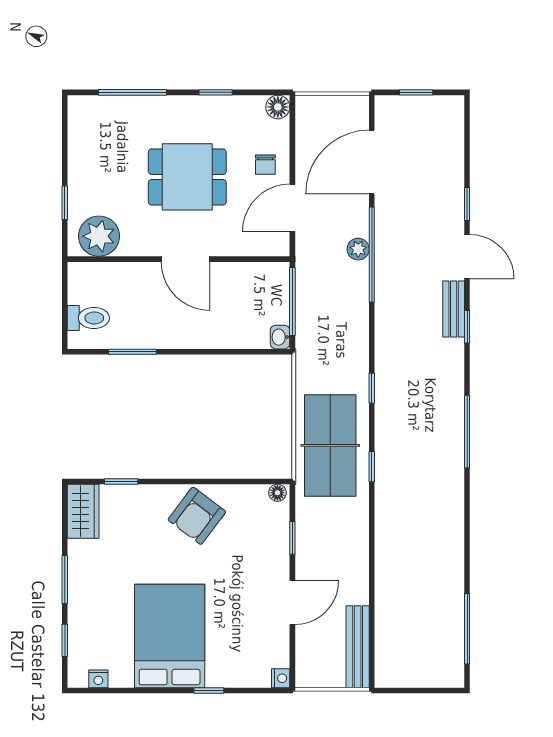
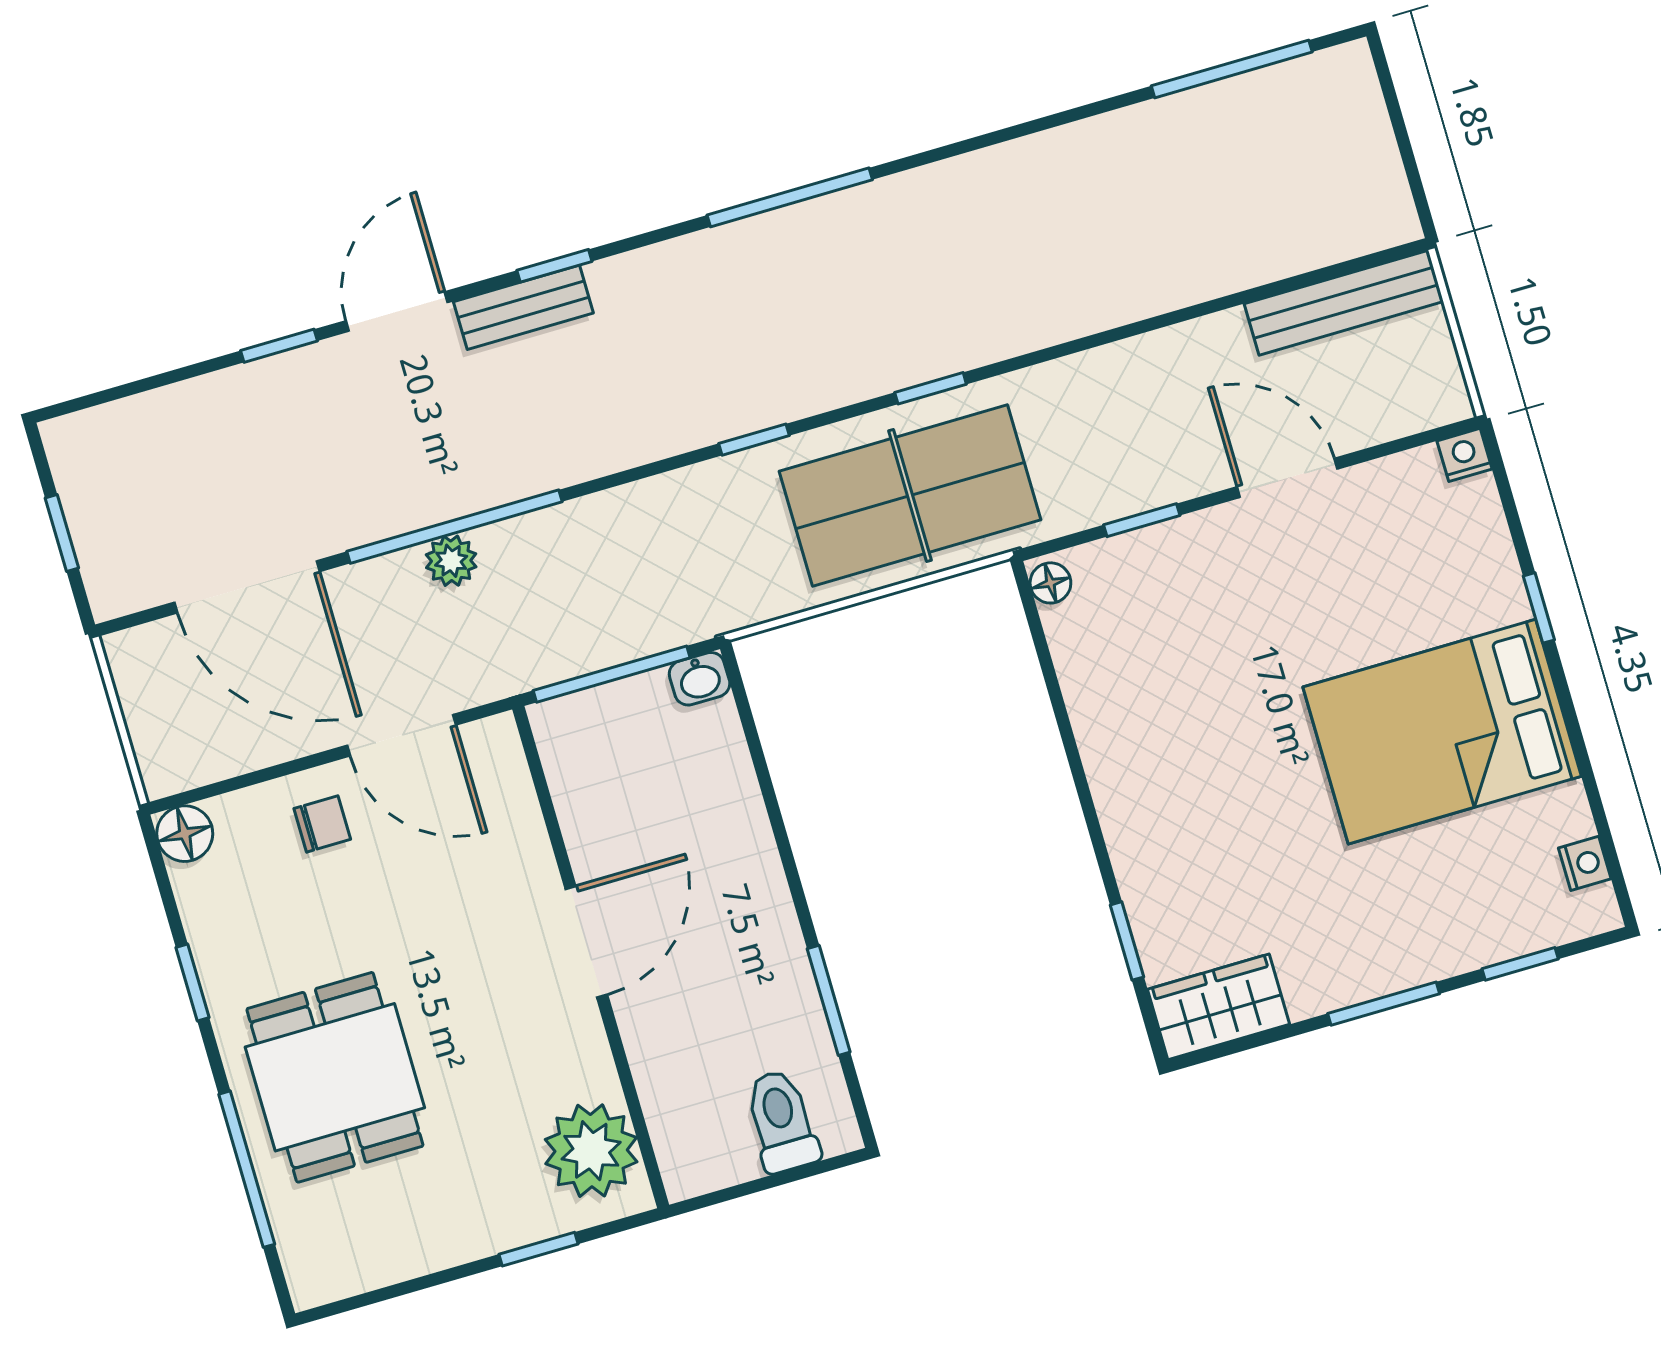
dining table: (187, 177) -> (335, 1077), moved
armchair: (197, 516) -> (1155, 749), removed

